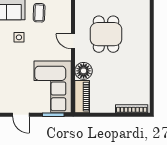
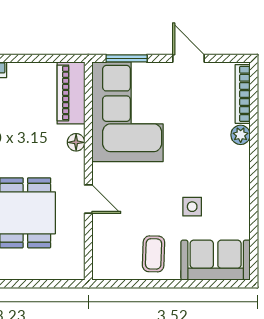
floor lamp: (84, 71) -> (76, 142), width x0.53, depth x0.53

